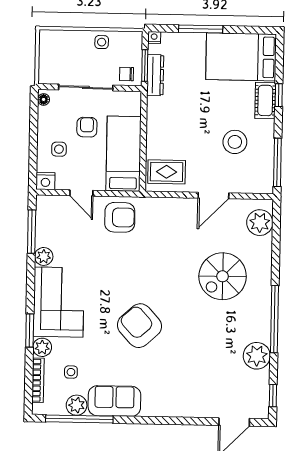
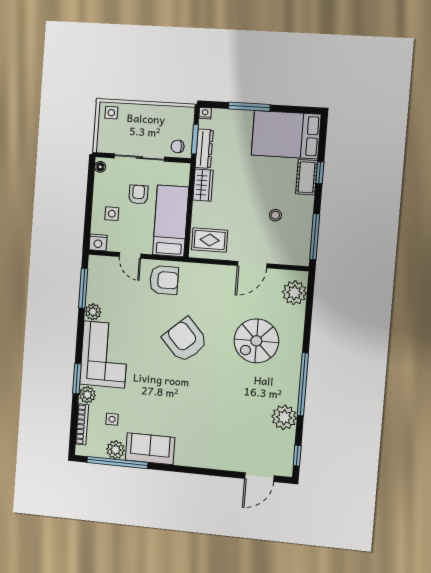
side table: (102, 42) -> (111, 113), moved
wardrobe: (156, 114) -> (203, 185), added
stool: (235, 142) -> (275, 215), width x0.53, depth x0.53
armchair: (139, 326) -> (185, 340), moved

